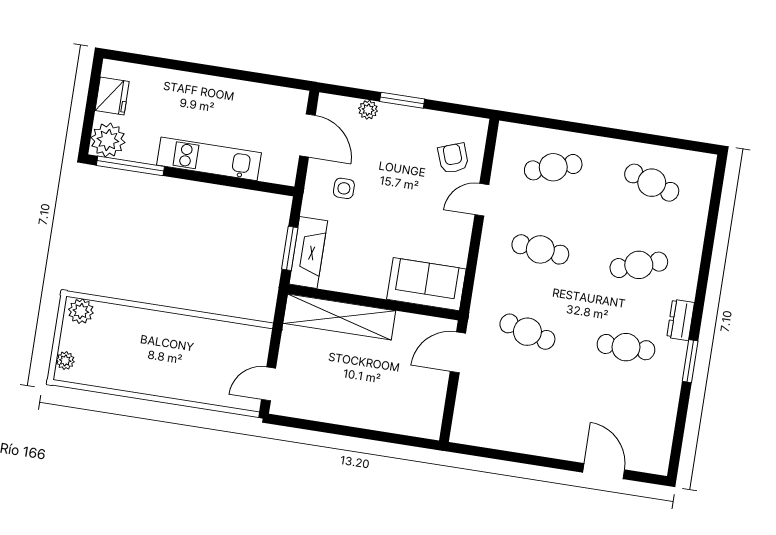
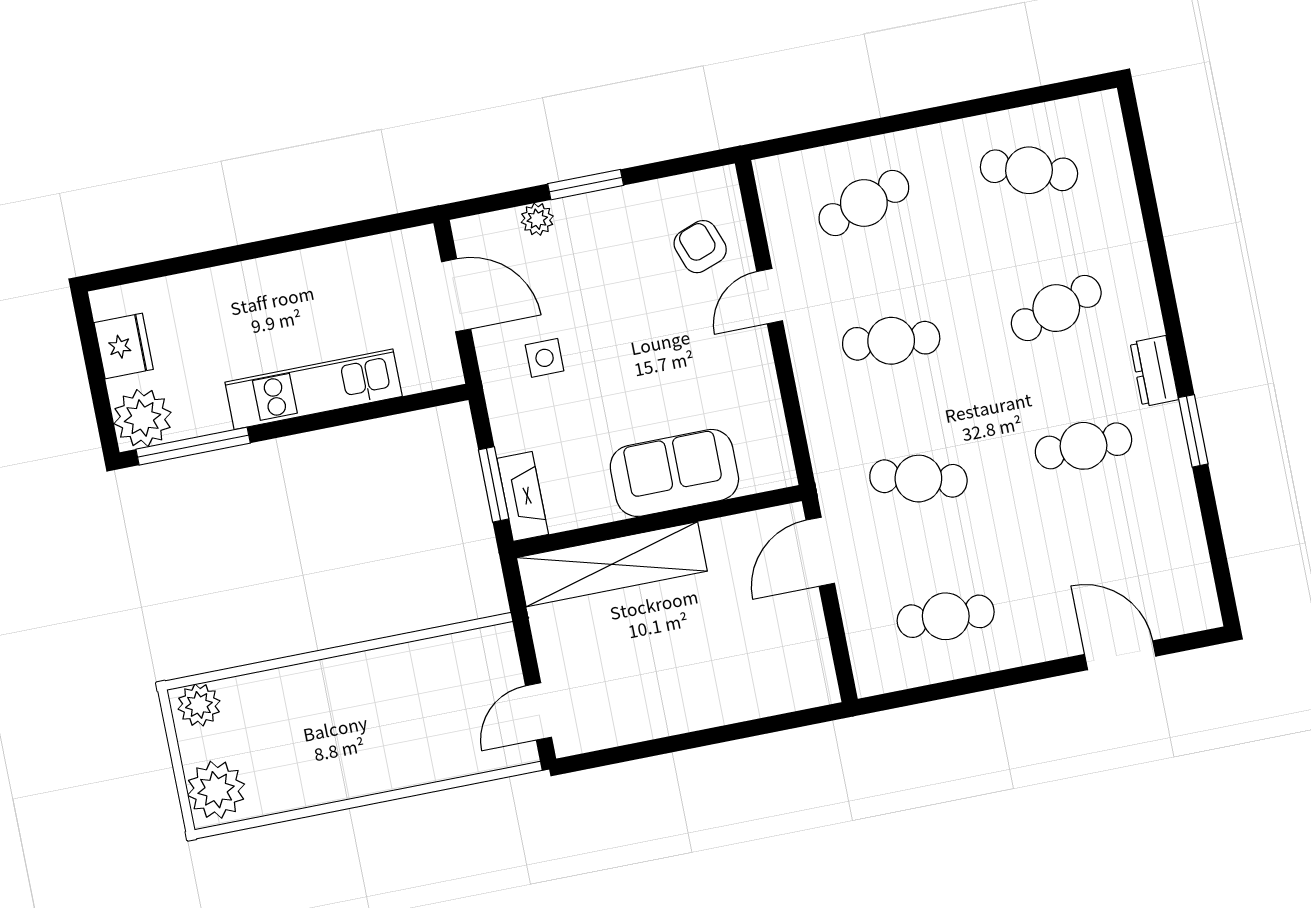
fireplace: (308, 252) -> (523, 496), width x0.73, depth x0.76
sofa: (426, 284) -> (674, 473), moved
plant: (65, 361) -> (216, 790), width x1.88, depth x1.88
cafe table: (515, 414) -> (946, 616), added

